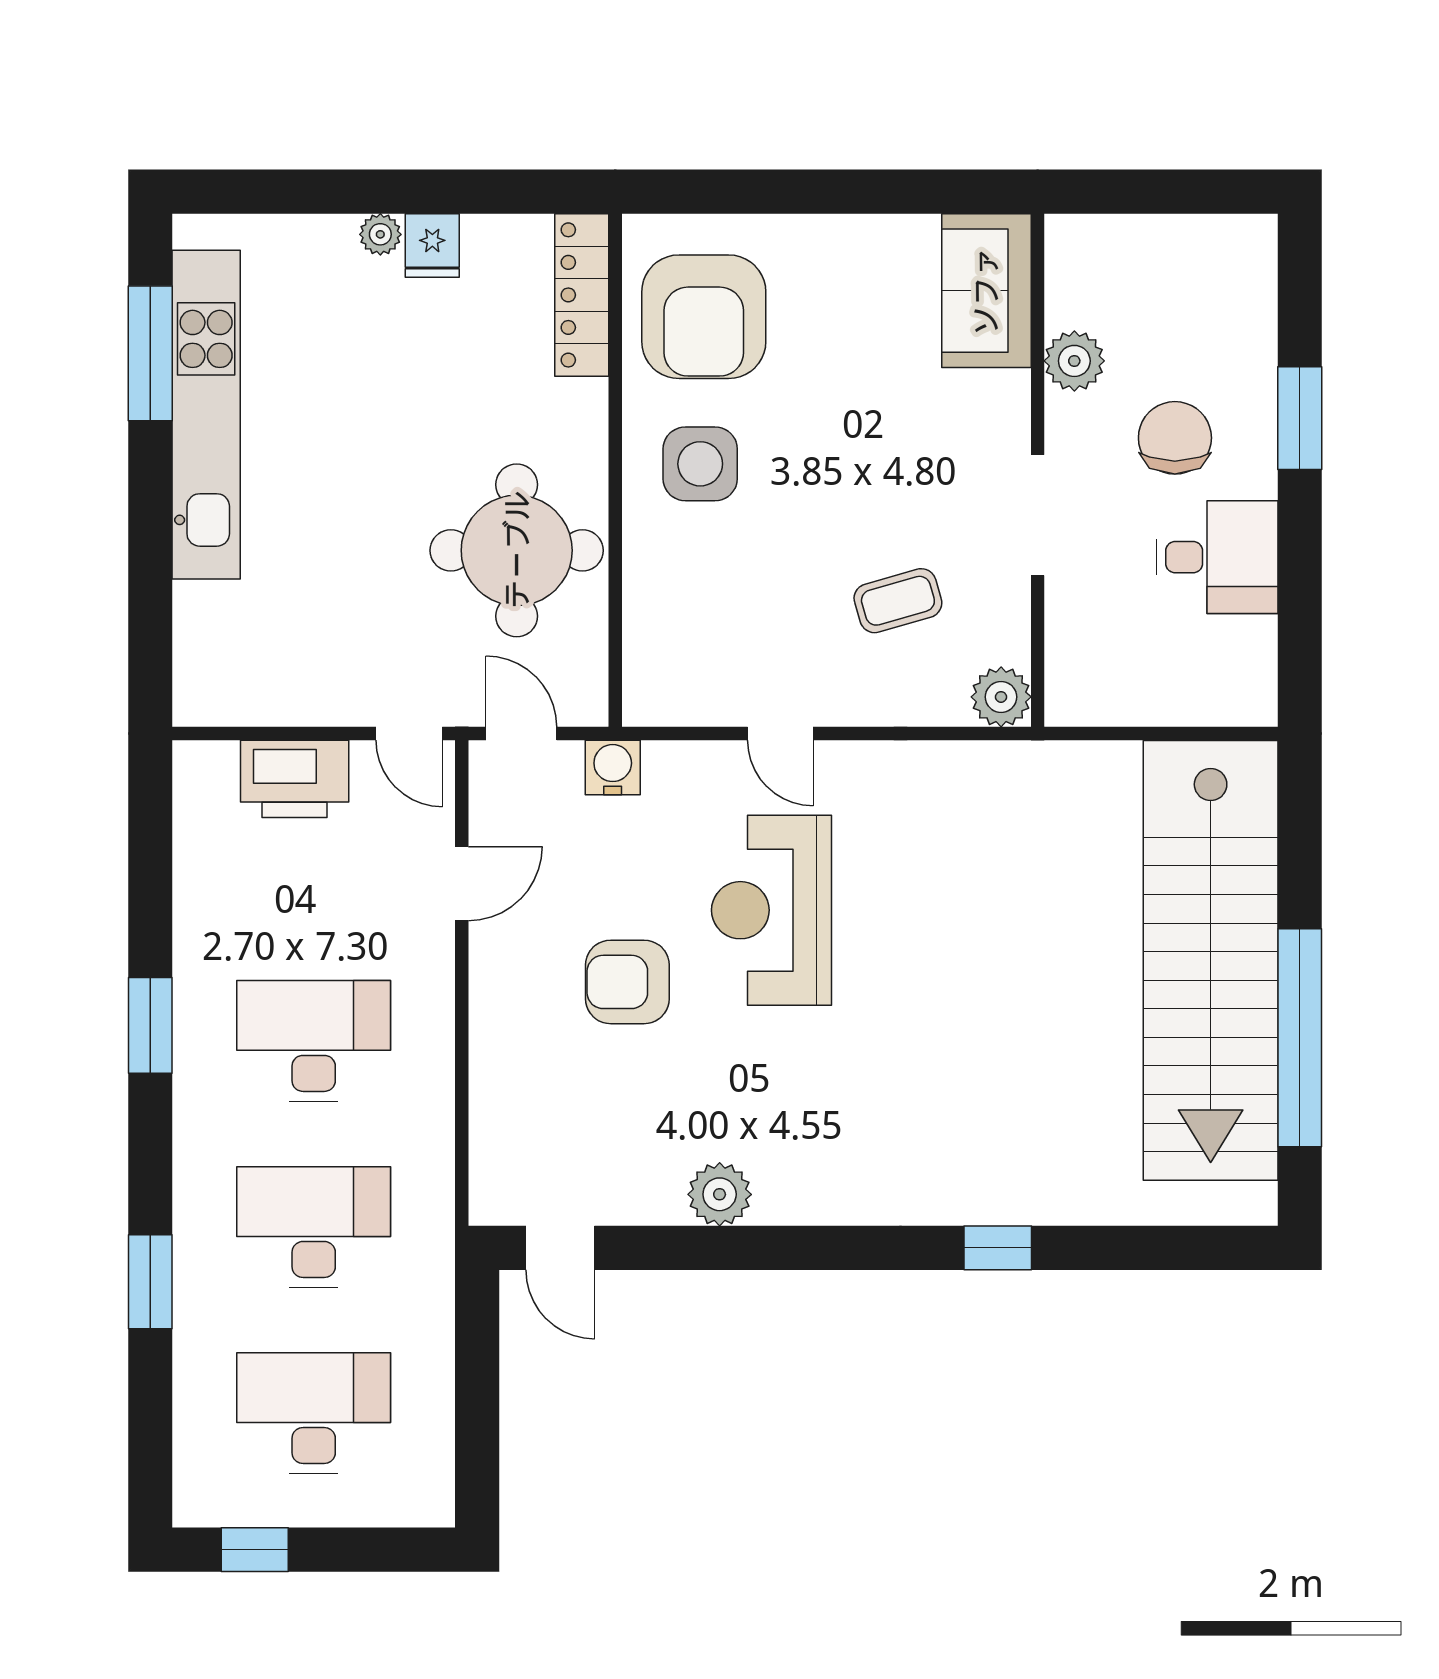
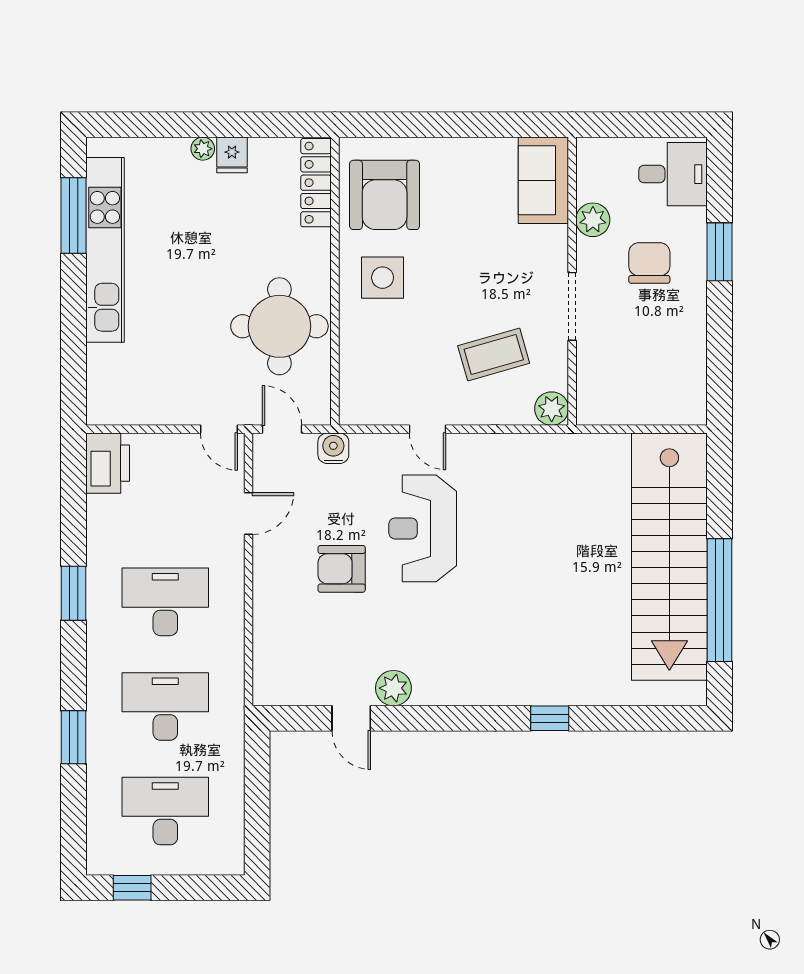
desk: (1217, 557) -> (673, 174), moved
coffee table: (898, 601) -> (494, 355), width x1.36, depth x1.30
printer: (295, 779) -> (108, 463), moved, turned -90
door: (560, 1248) -> (351, 718), moved

